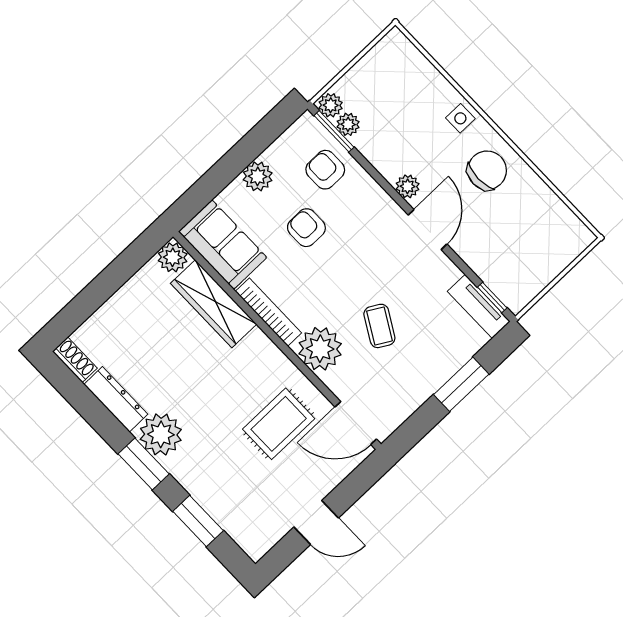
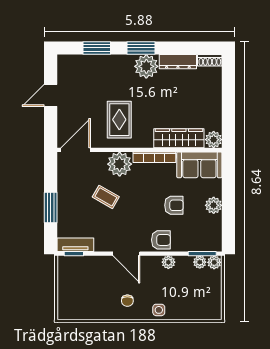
armchair: (325, 170) -> (161, 240), moved
chair: (487, 170) -> (127, 301), width x0.54, depth x0.54
plant: (408, 186) -> (168, 262), moved
rug: (279, 424) -> (119, 120), moved

